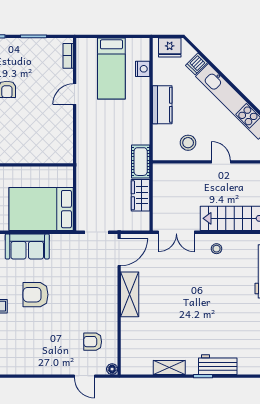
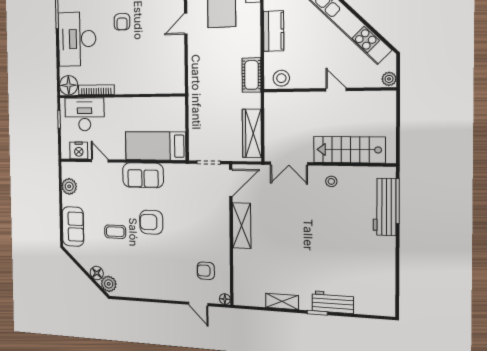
stool: (188, 143) -> (281, 78), moved
cot: (141, 162) -> (252, 75), moved
wardrobe: (141, 195) -> (252, 133), width x1.50
bed: (41, 209) -> (155, 146), width x0.67

